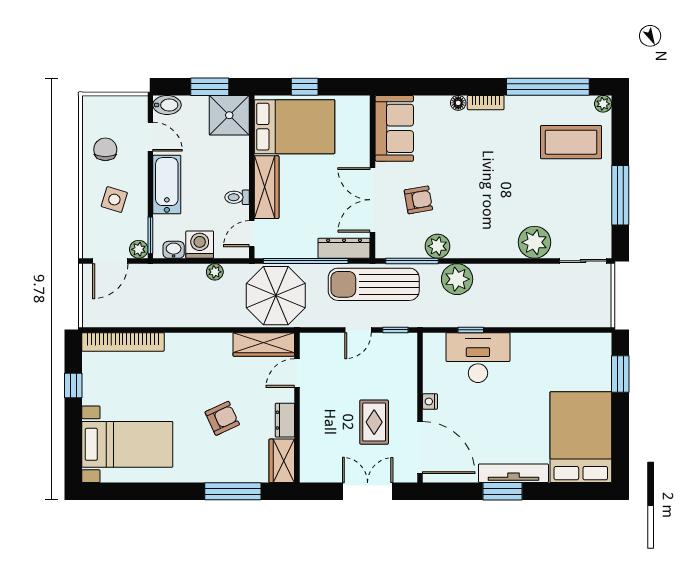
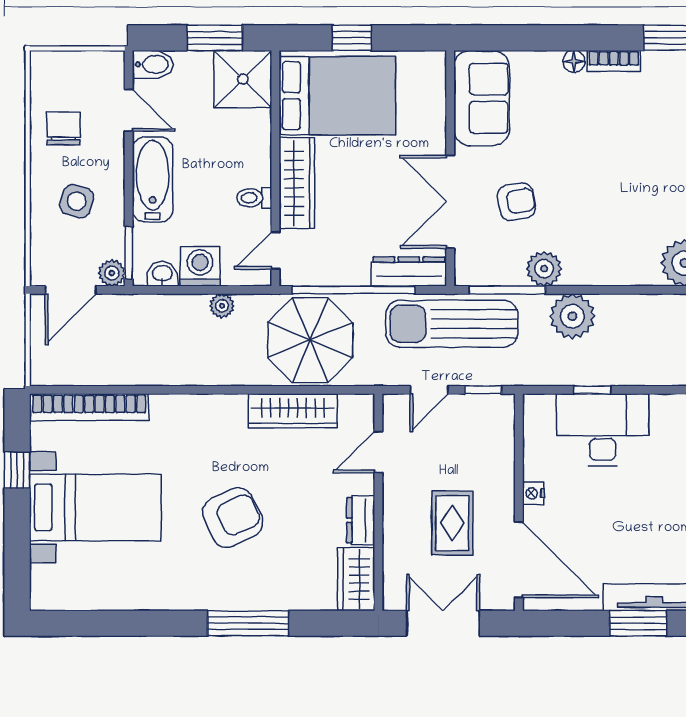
door: (297, 373) -> (378, 452), moved
wall: (297, 408) -> (378, 502), moved
armchair: (222, 418) -> (233, 518), width x1.38, depth x1.38
dresser: (285, 420) -> (361, 520), moved
bed with nightstands: (127, 444) -> (95, 507), moved
wardrobe: (282, 461) -> (356, 579), moved

